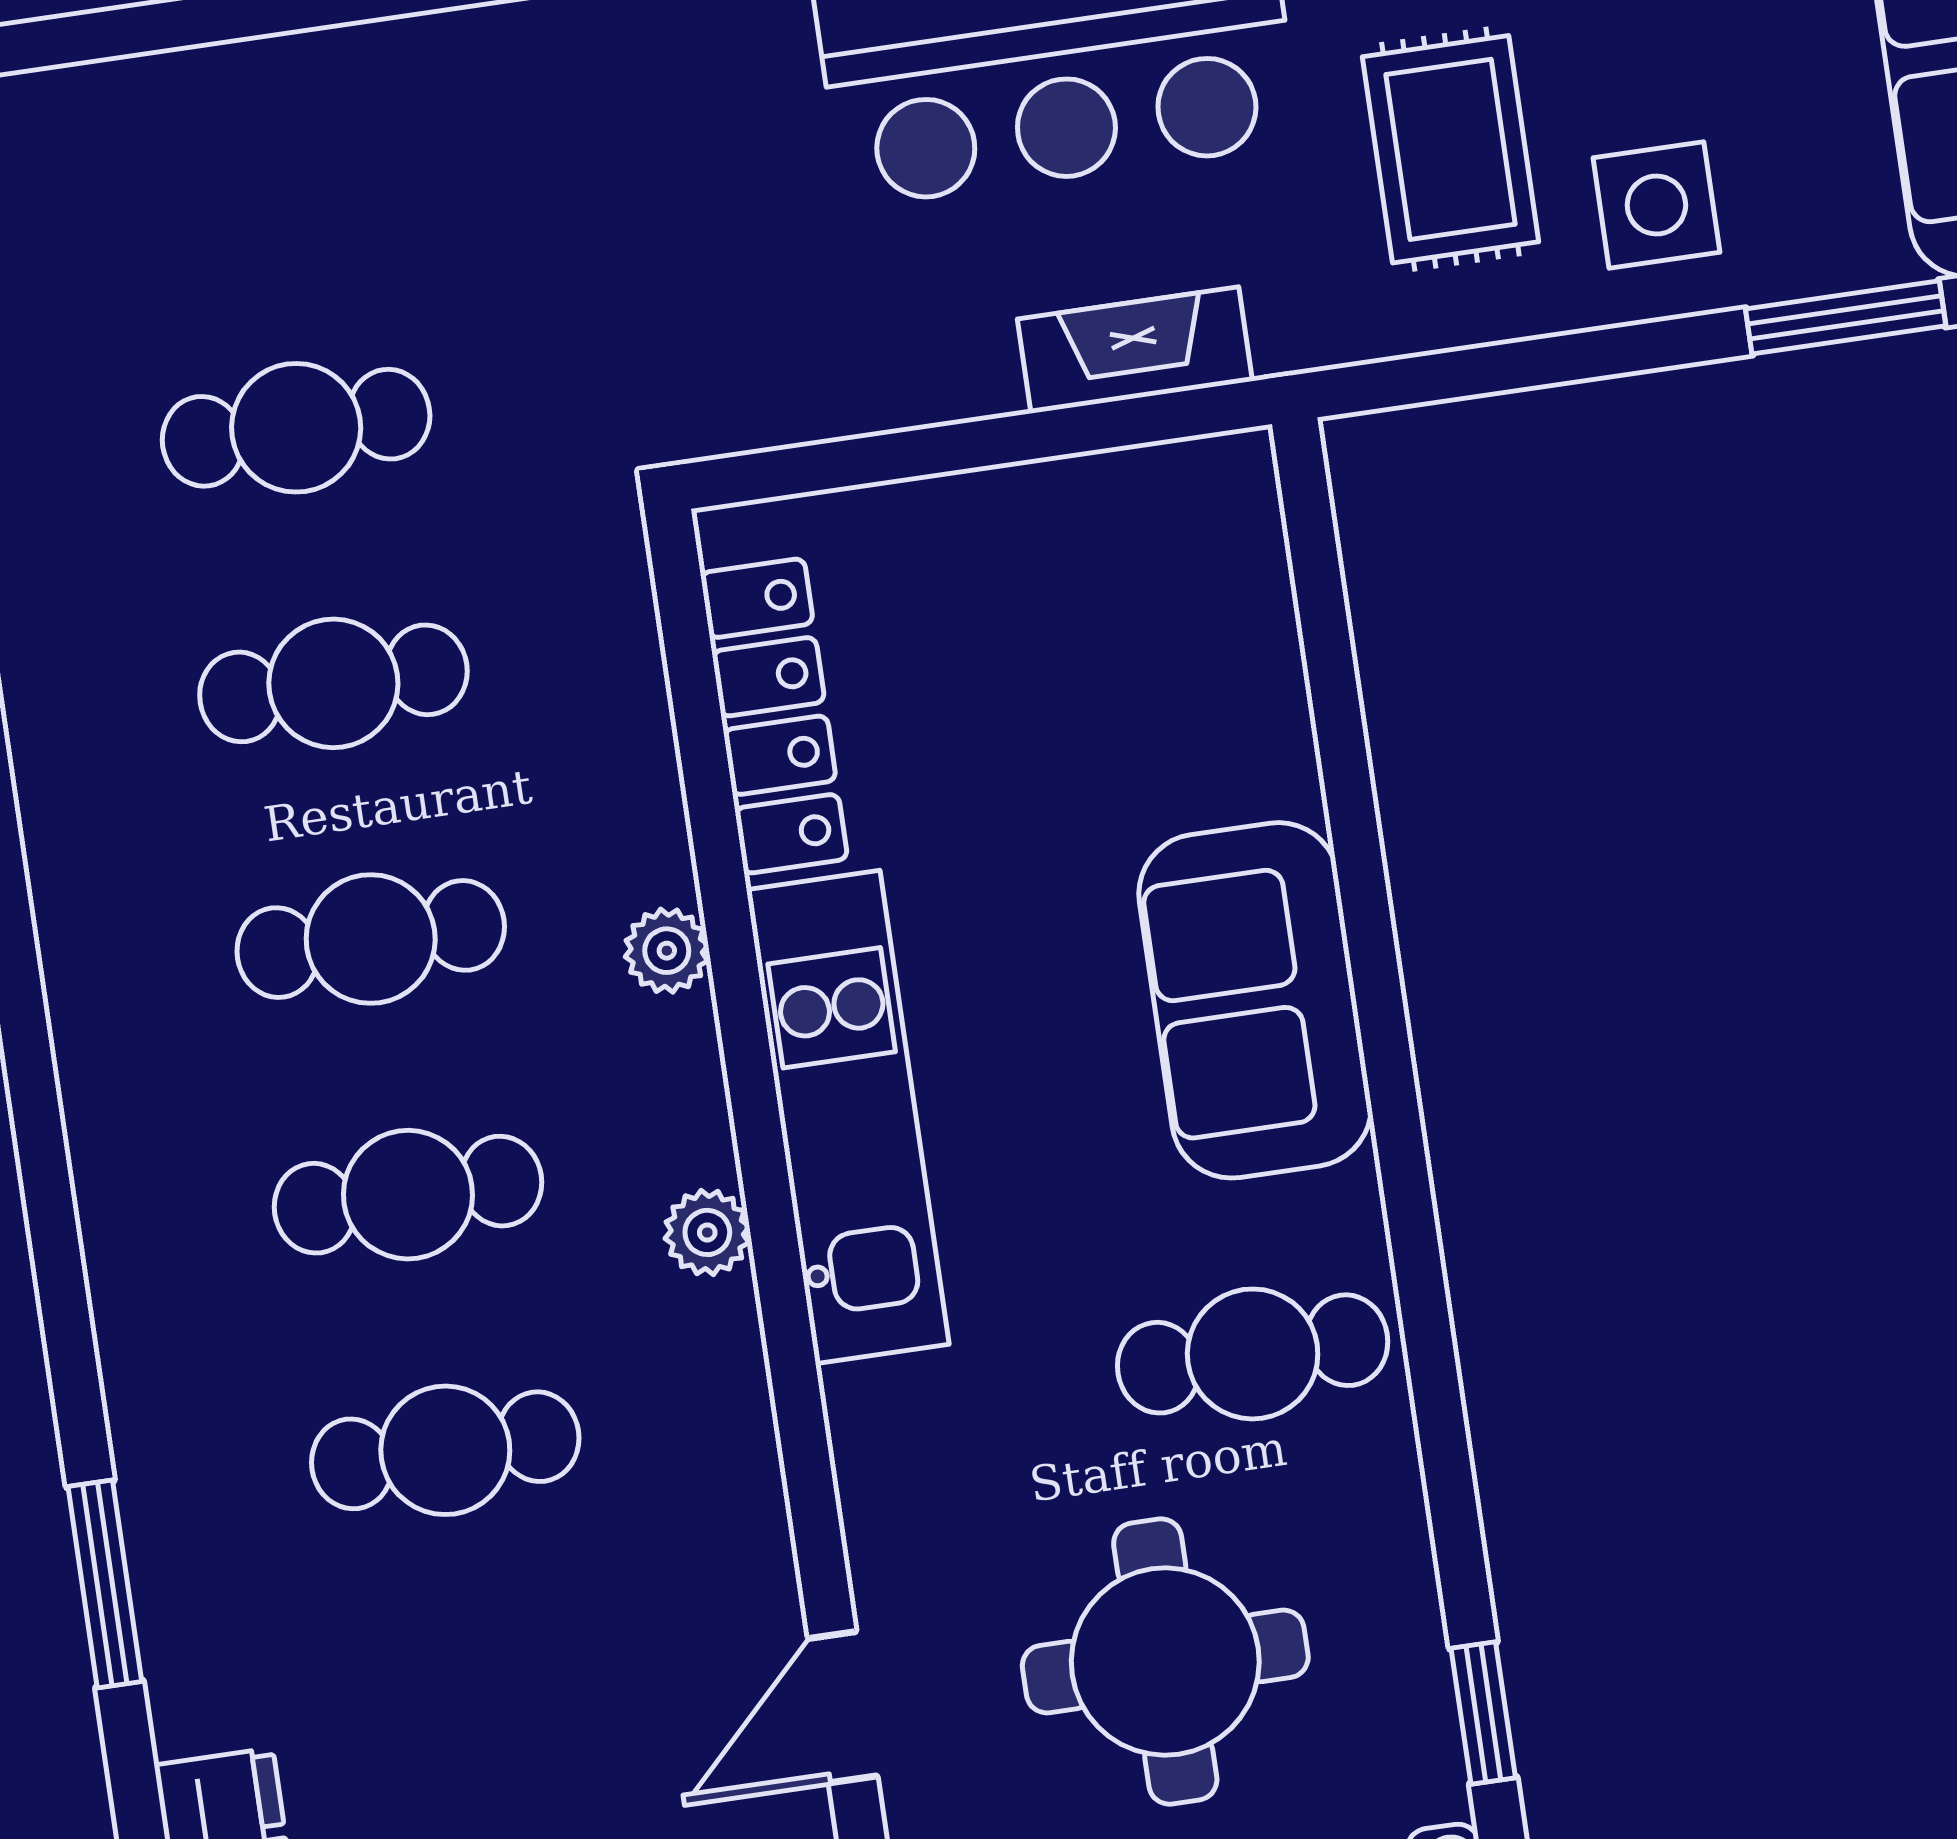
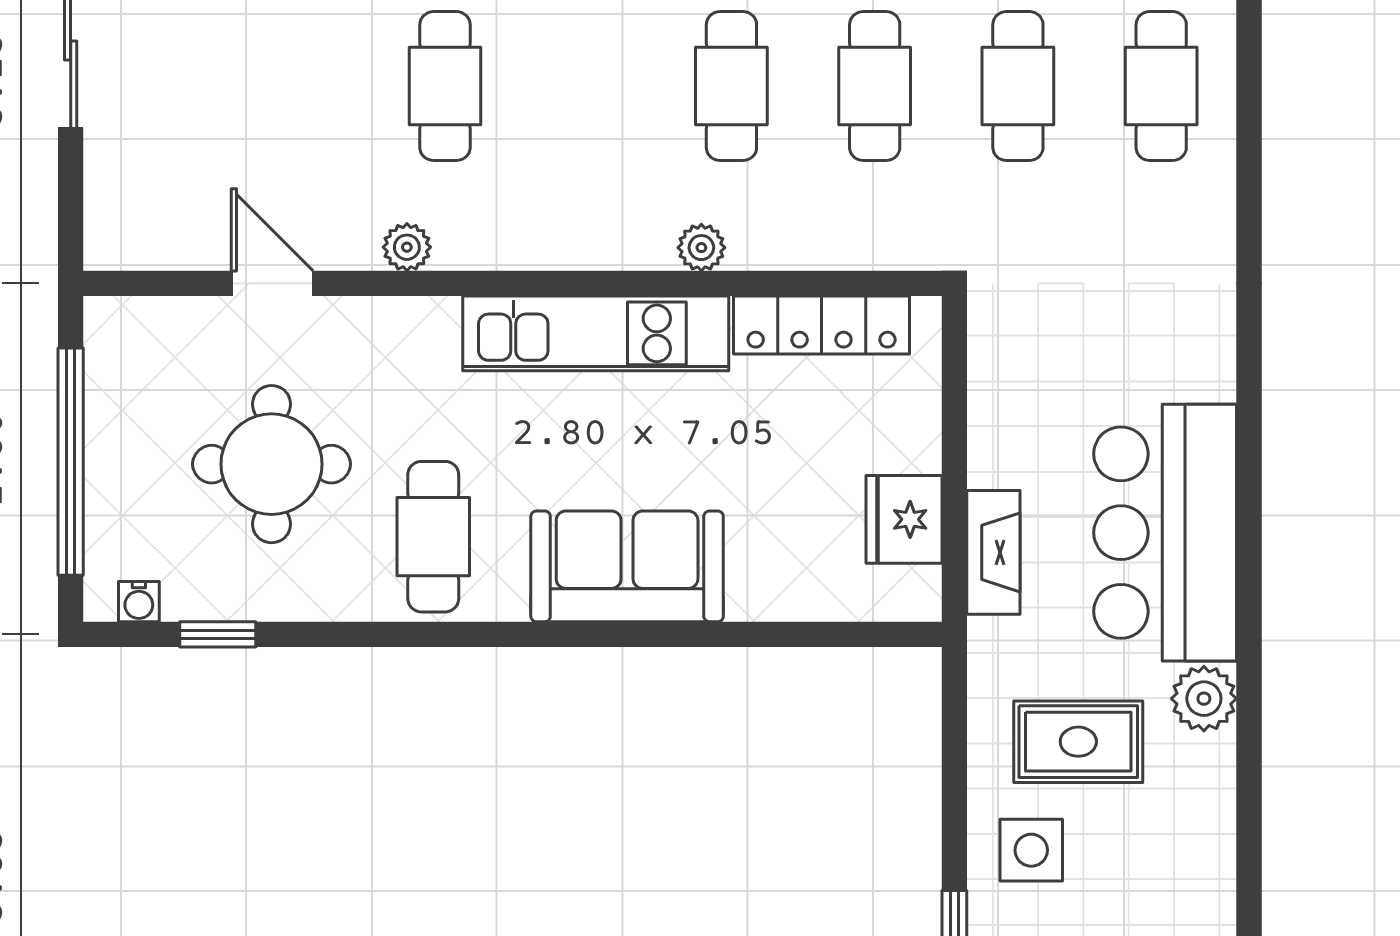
fridge: (1099, 518) -> (904, 519), added
cafe table: (408, 1195) -> (1161, 86), moved
plant: (707, 1232) -> (407, 247), moved

